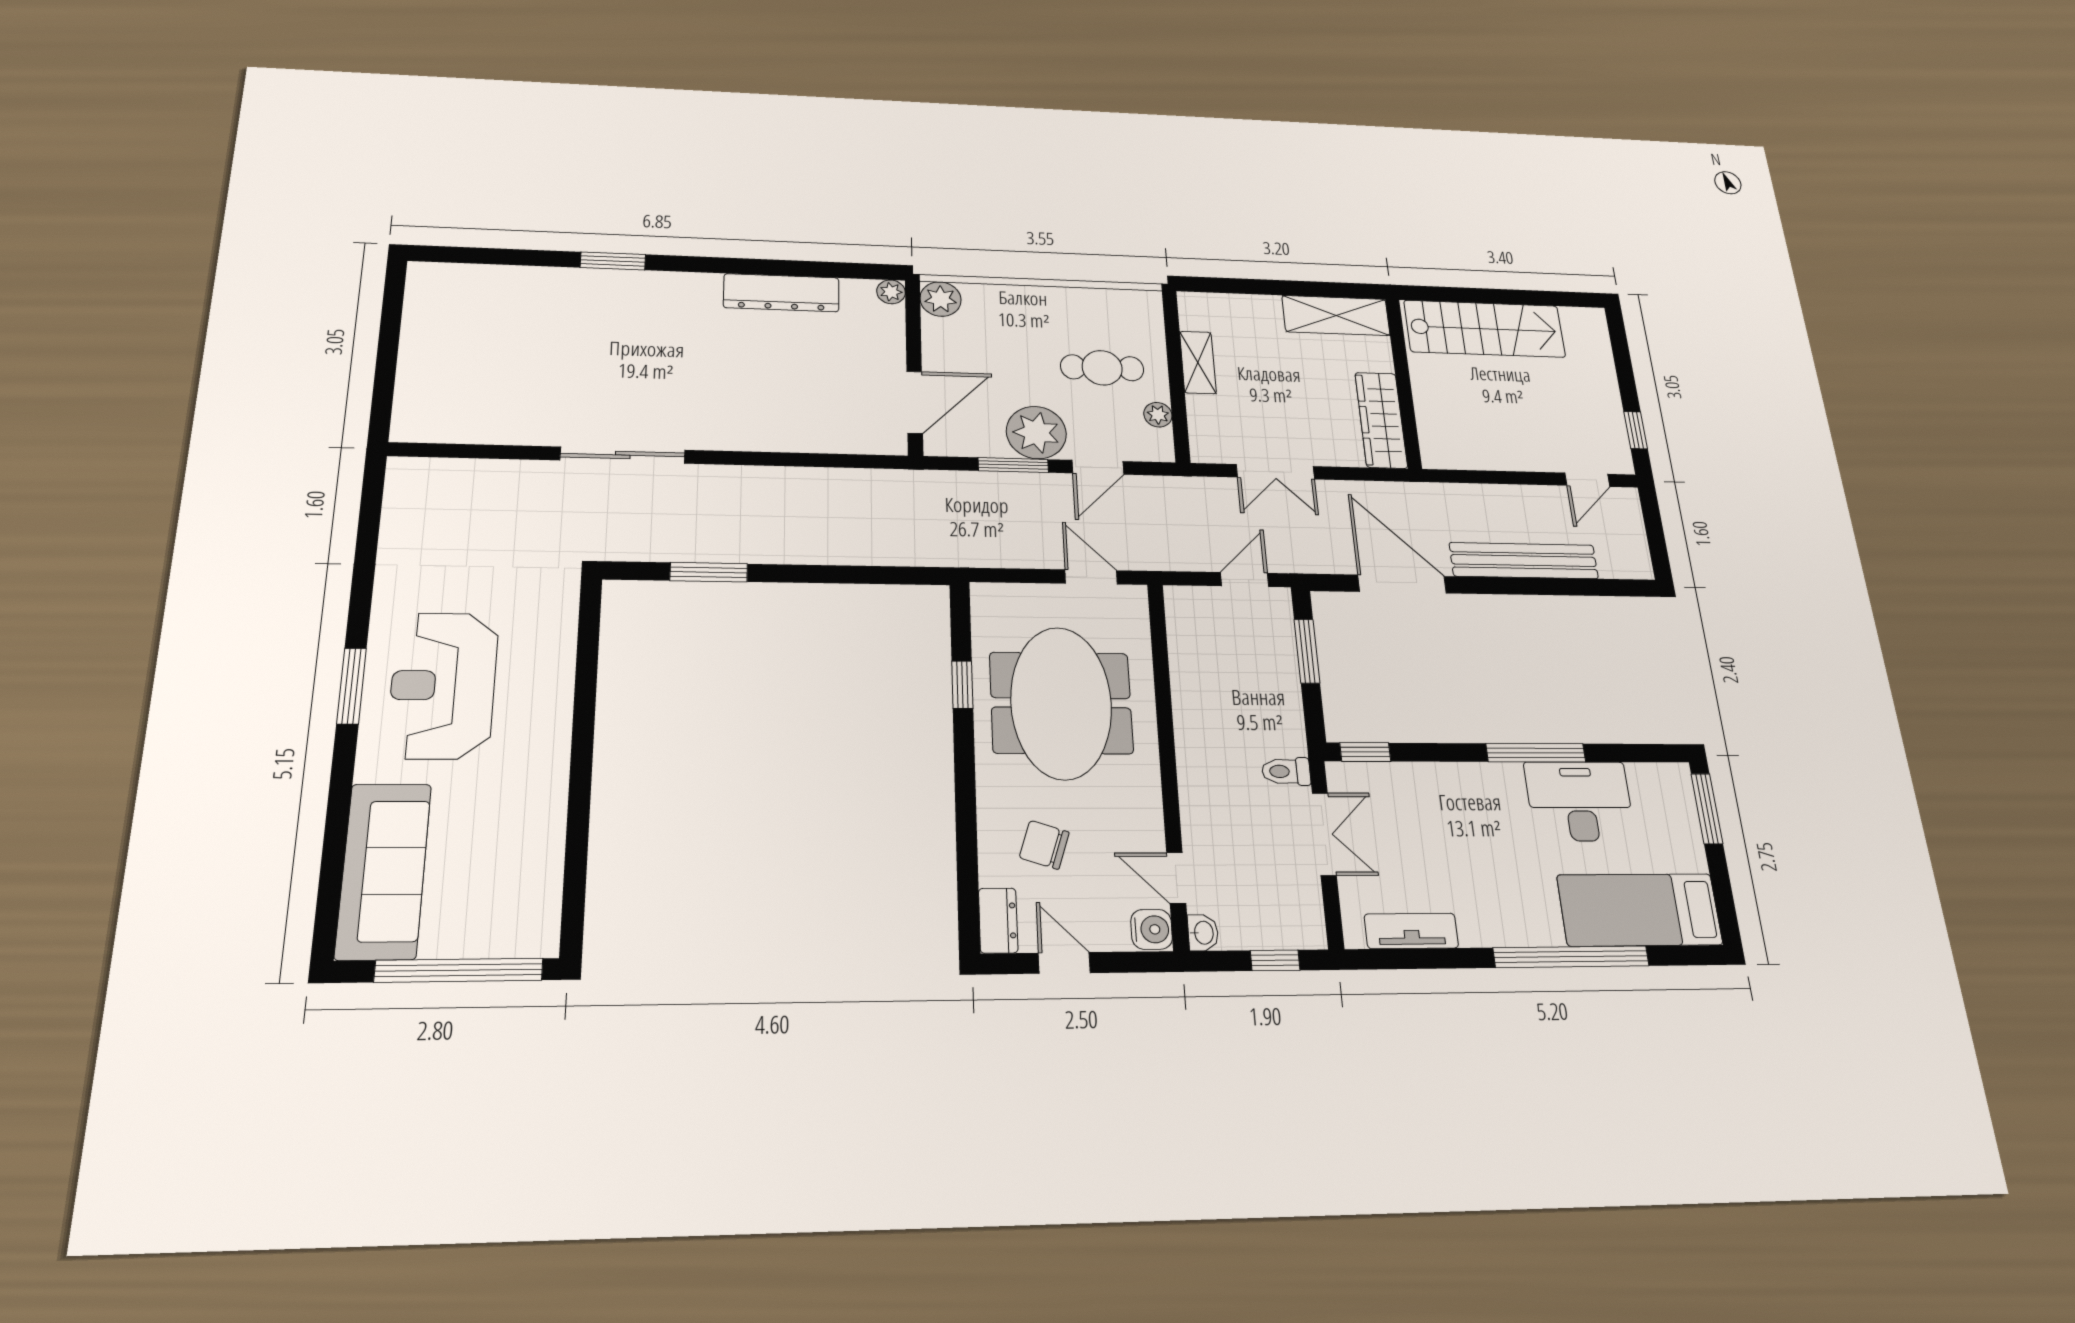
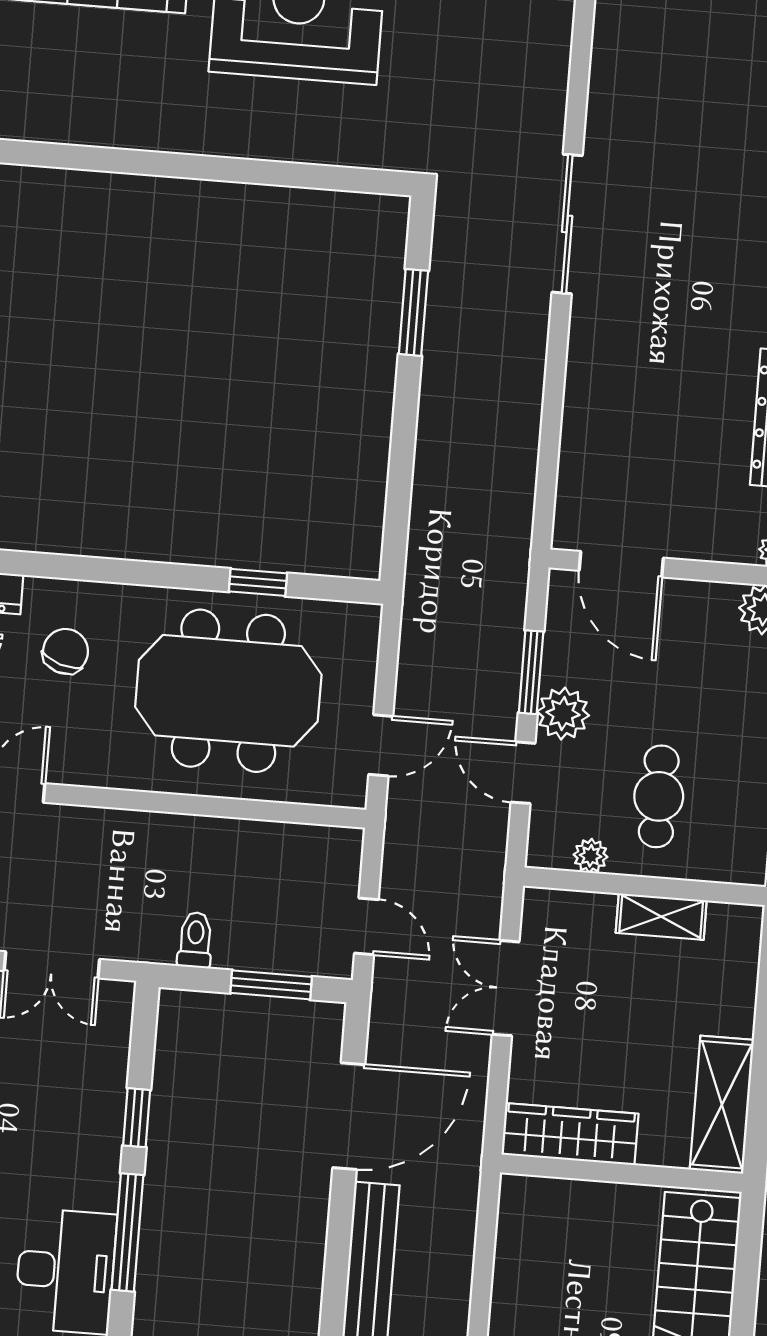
plant: (1036, 433) -> (563, 714), width x0.73, depth x0.73
window: (1365, 752) -> (137, 1118), moved
toilet: (1286, 771) -> (195, 940), moved

